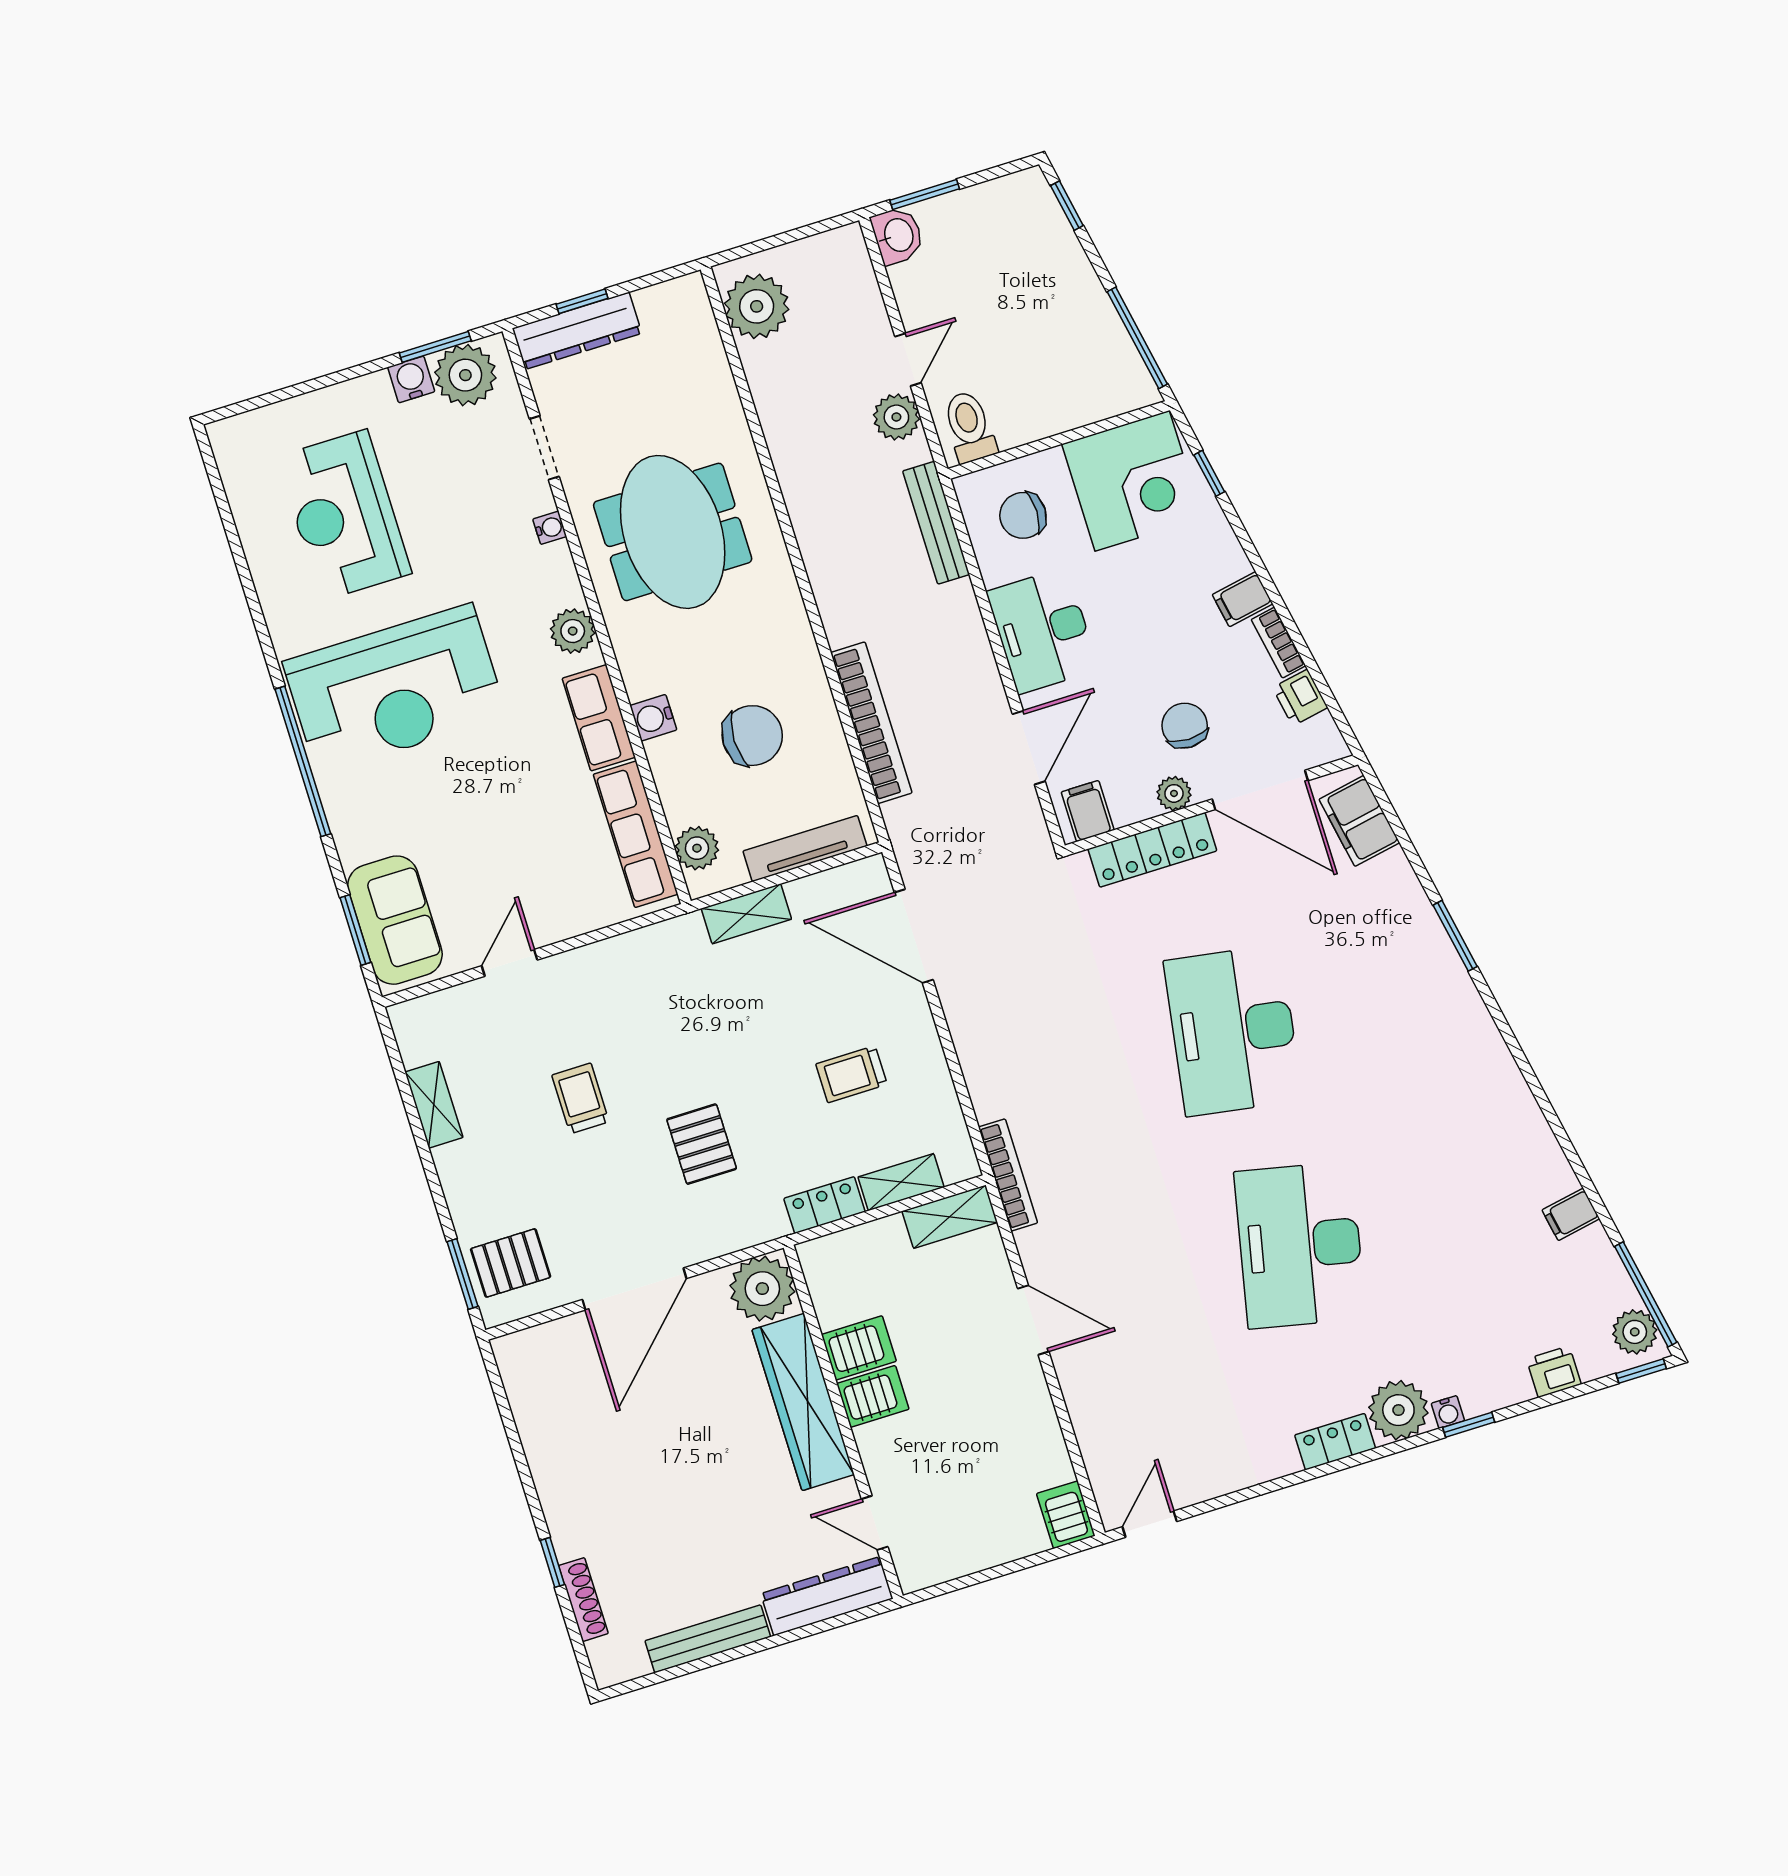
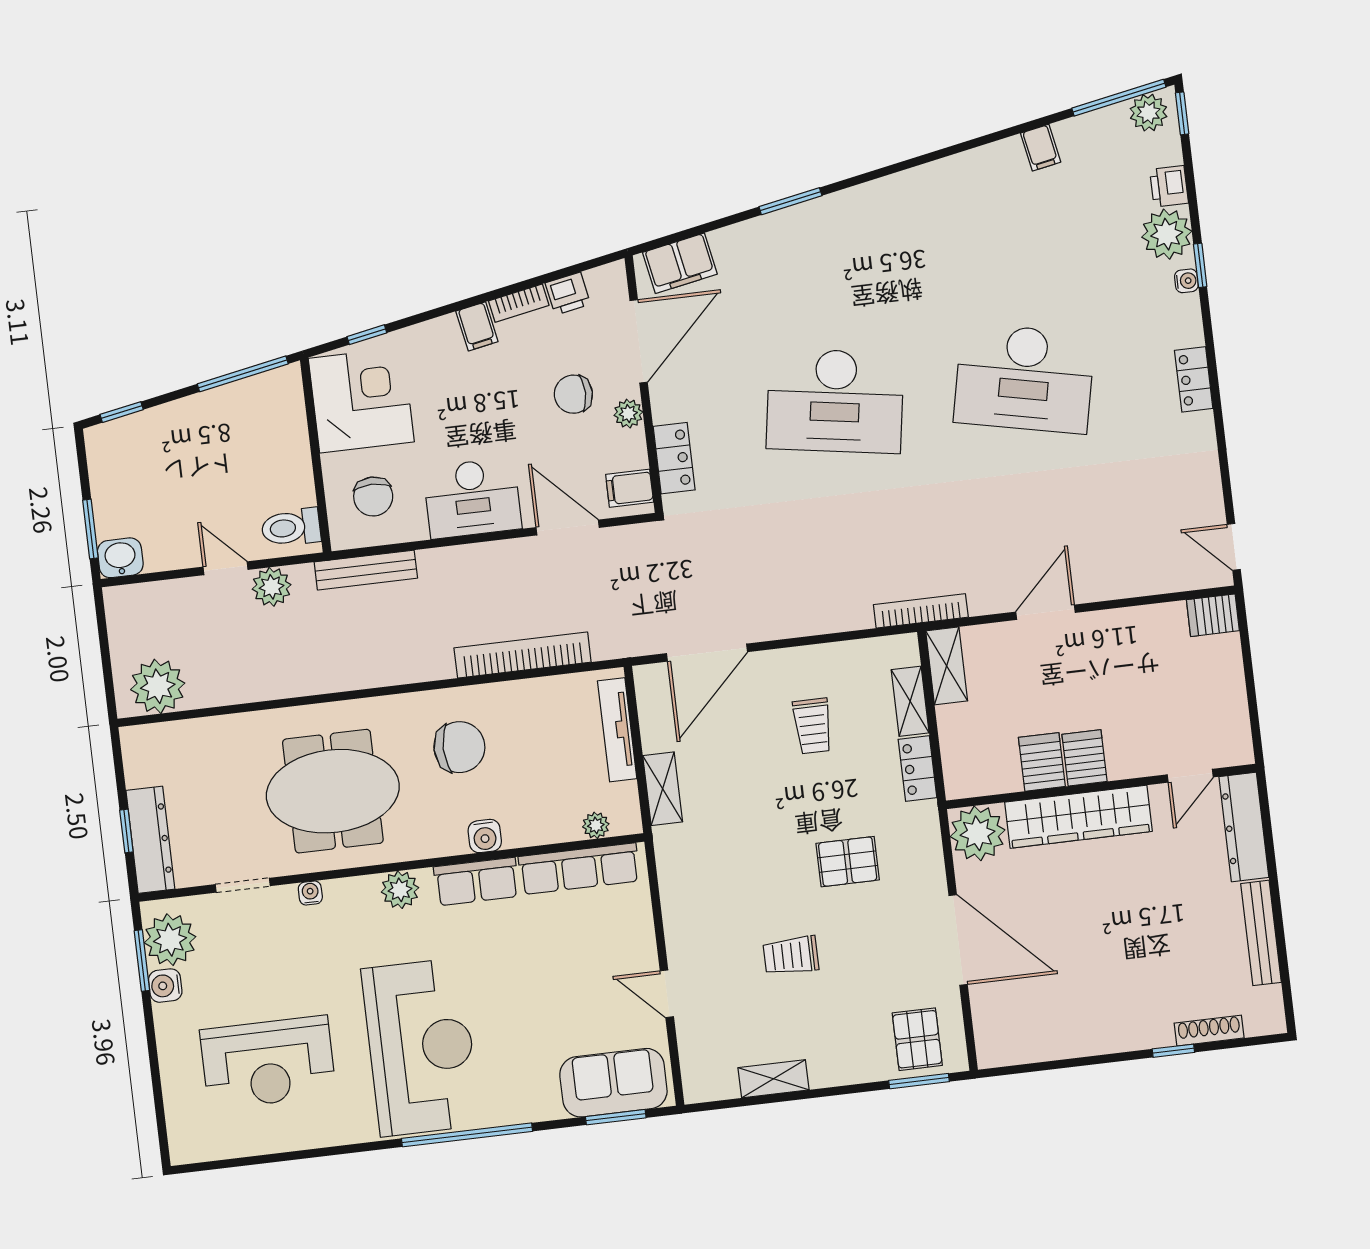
chair: (752, 736) -> (459, 747), moved, turned 90
plant: (697, 848) -> (596, 825), width x0.73, depth x0.73
locker: (1152, 850) -> (674, 458), width x0.66
plant: (1398, 1410) -> (1167, 234), moved

